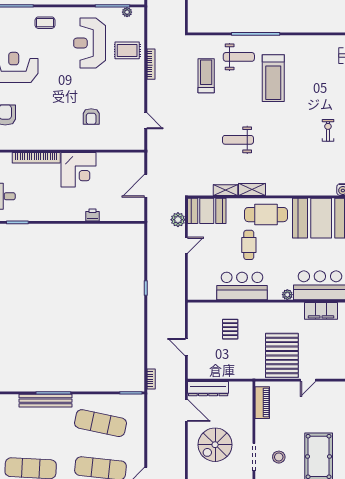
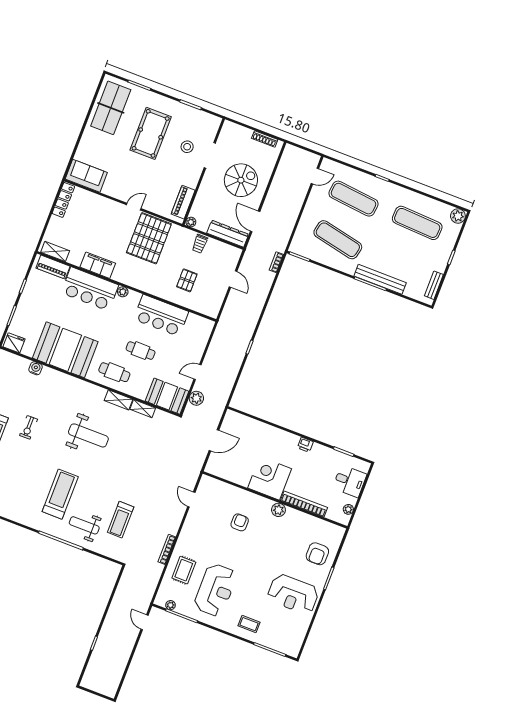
rug: (127, 50) -> (184, 570), turned 90
weight bench: (238, 140) -> (88, 435), moved, width x1.36, depth x1.33
plant: (59, 143) -> (278, 510), added
printer: (92, 215) -> (305, 445), moved
cafe table: (266, 215) -> (114, 372), width x0.73, depth x0.74
cafe table: (249, 245) -> (141, 351), turned 90
trolley: (231, 369) -> (200, 244), added
plant: (248, 386) -> (191, 222), added

